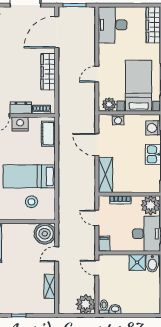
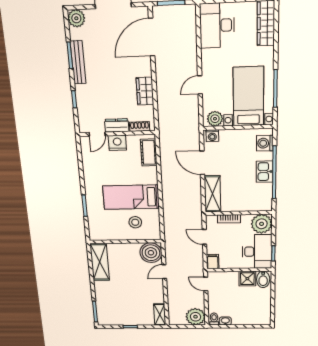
wardrobe: (48, 72) -> (145, 91), width x0.67
washing machine: (118, 120) -> (212, 136), moved
shelving: (50, 286) -> (160, 315), moved

